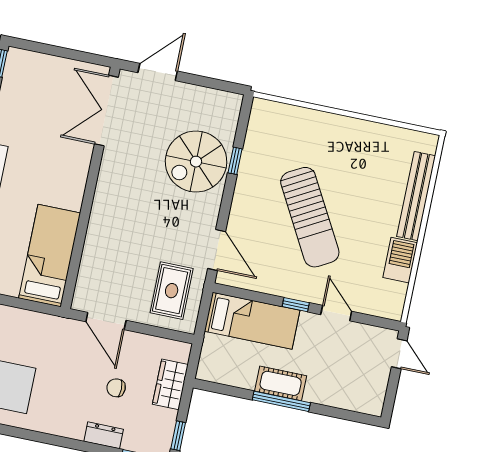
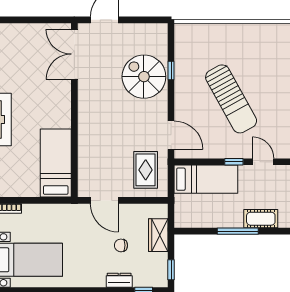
spiral stairs: (196, 162) -> (144, 77), turned 90
cot: (281, 383) -> (261, 219), moved

